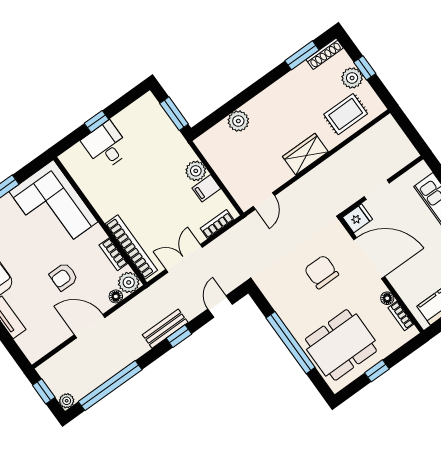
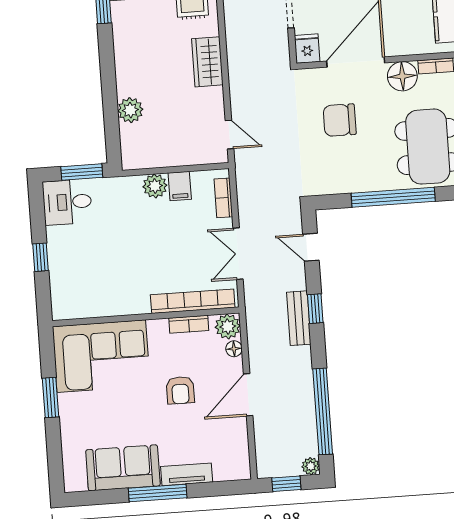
desk: (106, 146) -> (67, 202), moved
floor lamp: (387, 298) -> (402, 76), width x1.89, depth x1.89

